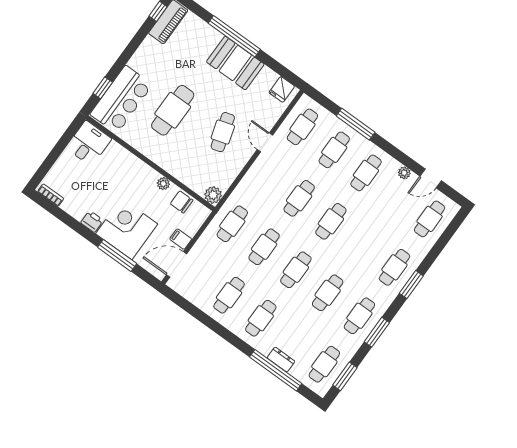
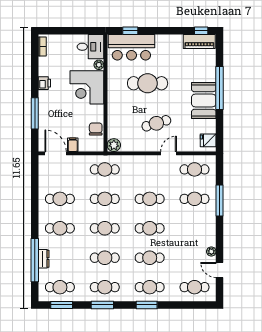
cafe table: (366, 173) -> (150, 258), moved
plant: (163, 184) -> (99, 65), moved
corner desk: (127, 229) -> (87, 87), moved, turned 180

